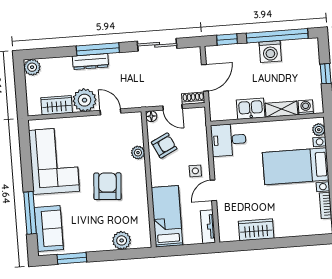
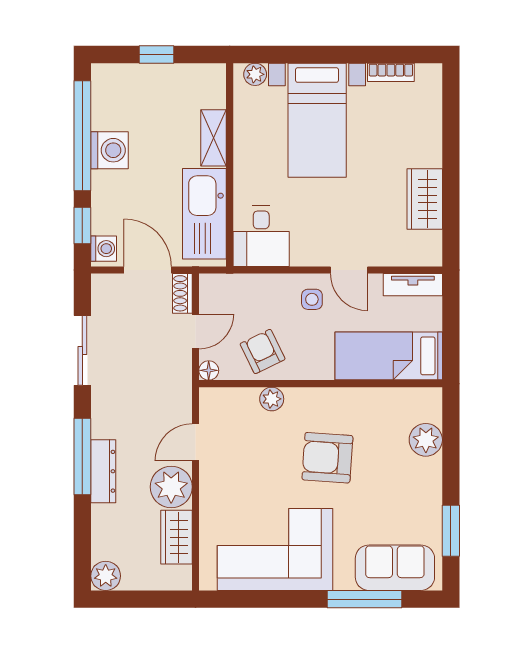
washing machine: (306, 107) -> (104, 249), moved, turned 180
kitchen sink: (251, 109) -> (204, 214), width x1.88, depth x1.24

